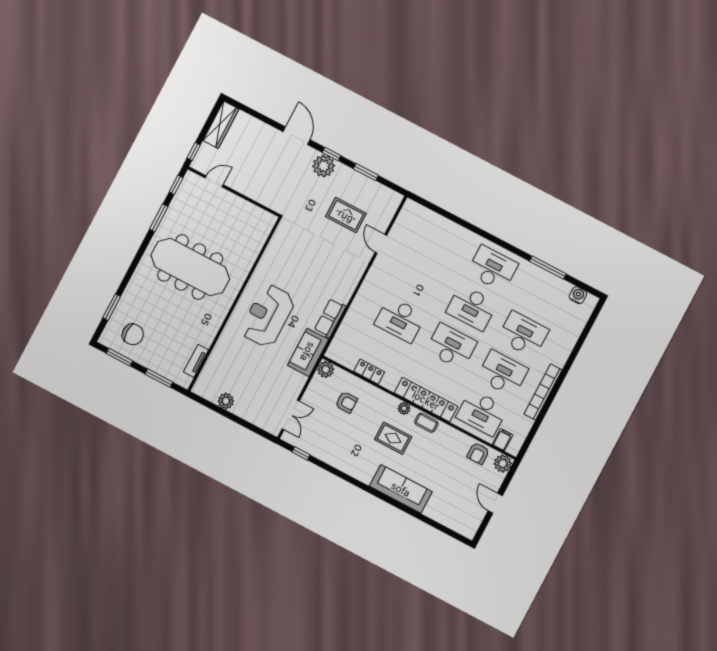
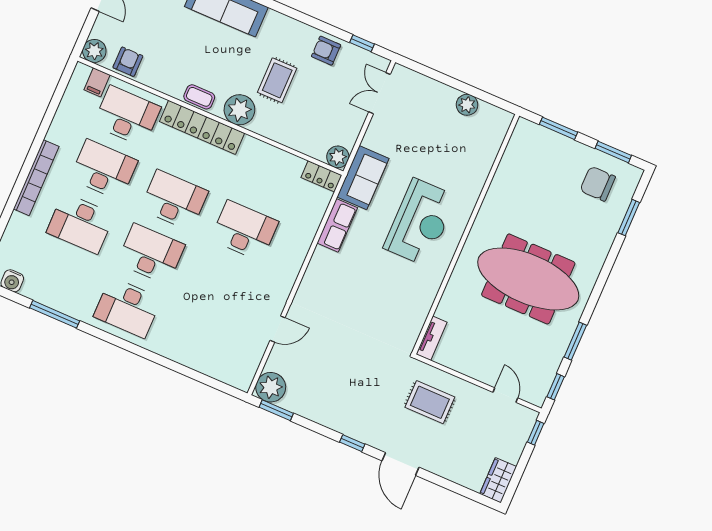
wardrobe: (221, 125) -> (498, 480), width x0.67
plant: (324, 166) -> (271, 387), moved
window: (366, 172) -> (276, 410), moved
door: (214, 181) -> (505, 395), swing flipped
rug: (346, 215) -> (430, 402), moved
door: (381, 244) -> (278, 329), hinge flipped
desk: (451, 346) -> (174, 200), turned 180
tv unit: (196, 361) -> (432, 338), moved
locker: (369, 372) -> (321, 176), moved
desk: (502, 373) -> (104, 170), turned 180
bookcase: (543, 392) -> (36, 178), moved
armchair: (346, 402) -> (326, 51), moved
plant: (404, 408) -> (239, 110), width x1.87, depth x1.87
rug: (393, 438) -> (277, 80), moved, turned 90

